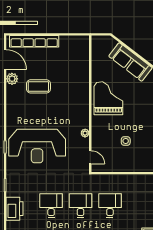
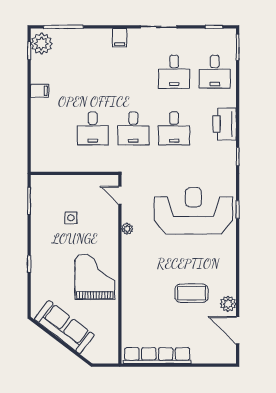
row of seats: (34, 41) -> (157, 356), moved
grand piano: (108, 98) -> (95, 277), turned 180

